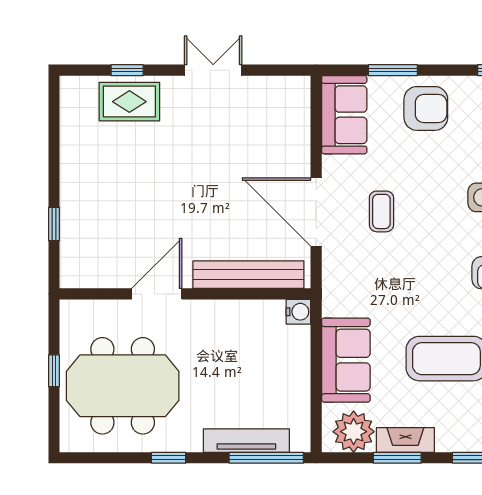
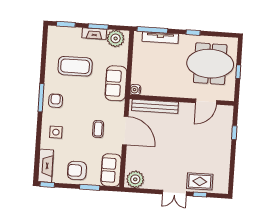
double door: (213, 70) -> (174, 193), moved
plant: (284, 96) -> (135, 179), added
door: (157, 294) -> (206, 102), moved
sofa: (346, 360) -> (116, 83), moved

